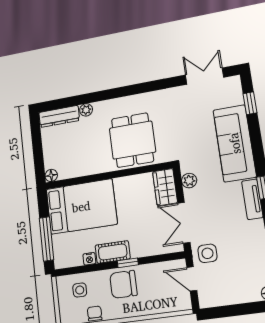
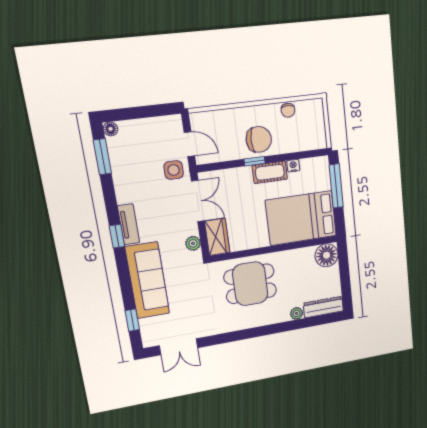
dining table: (132, 140) -> (250, 284), turned 90
floor lamp: (51, 175) -> (327, 255), width x1.89, depth x1.89
side table: (80, 290) -> (303, 134), removed

